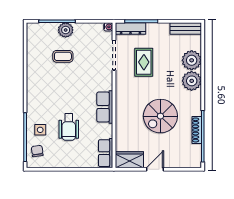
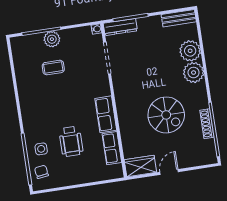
rug: (144, 62) -> (140, 61), removed
spiral stairs: (160, 116) -> (166, 115), turned -90
row of seats: (106, 153) -> (112, 148), moved

